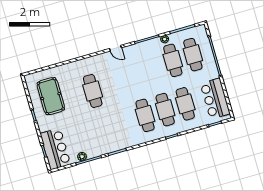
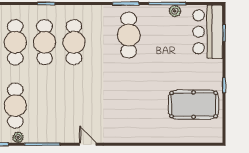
cafe table: (93, 91) -> (129, 35), moved
pool table: (51, 96) -> (194, 105), turned 90

